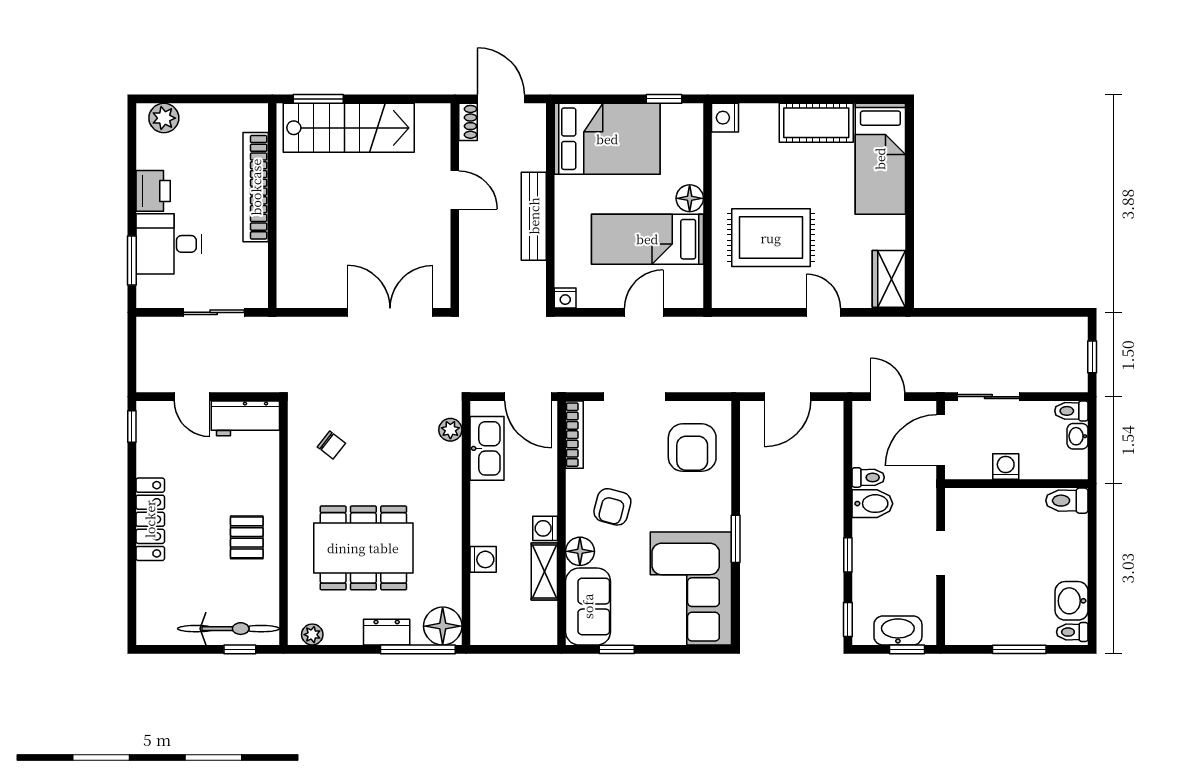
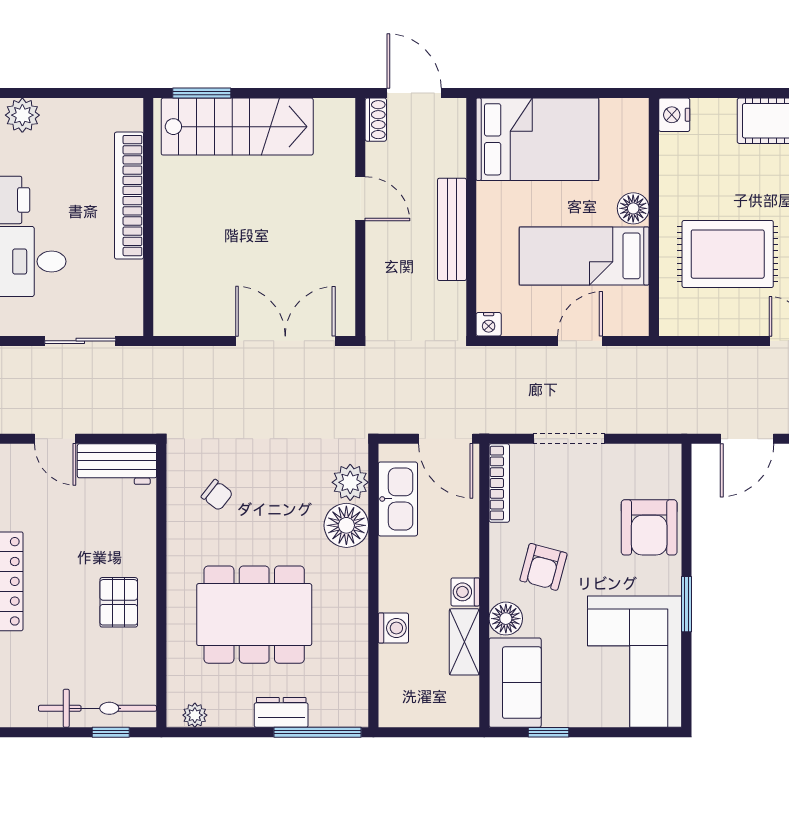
window: (664, 99) -> (603, 93), removed
plant: (450, 430) -> (350, 482), width x1.38, depth x1.38
armchair: (692, 448) -> (649, 527), moved
floor lamp: (443, 626) -> (346, 525), moved

